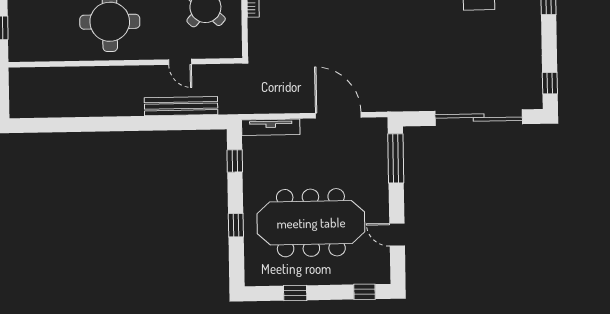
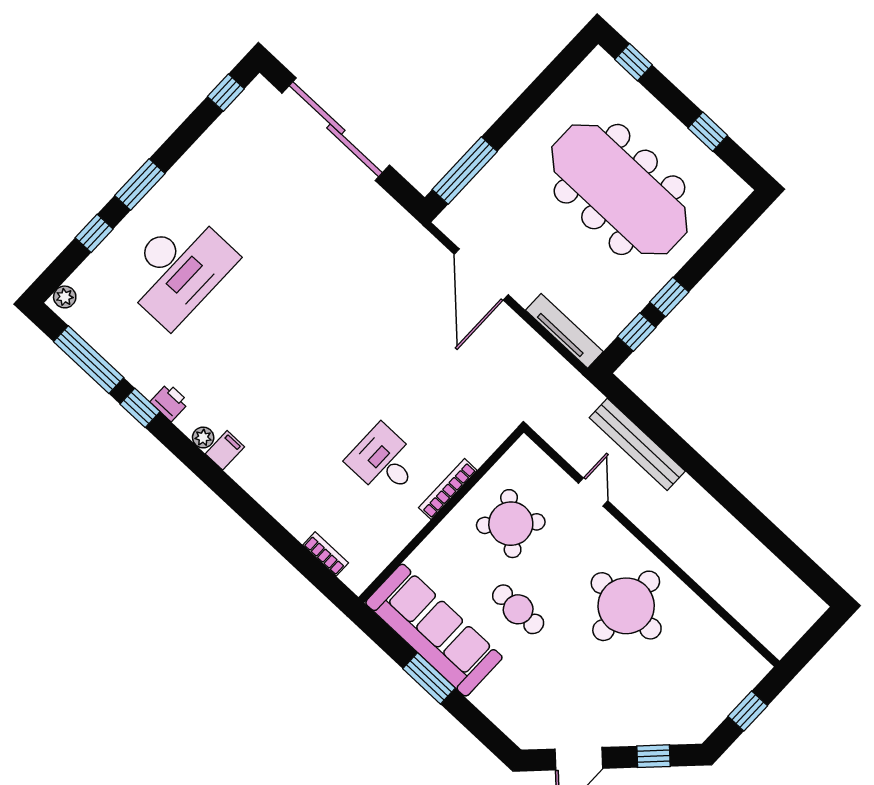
window: (236, 225) -> (669, 297), moved
door: (397, 235) -> (541, 89), removed

